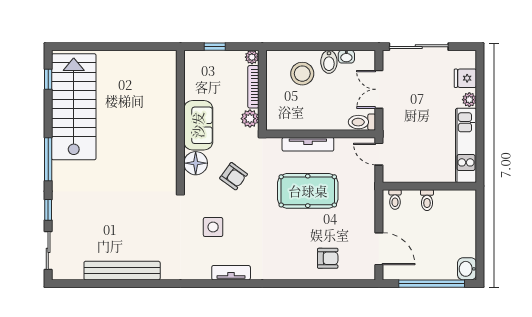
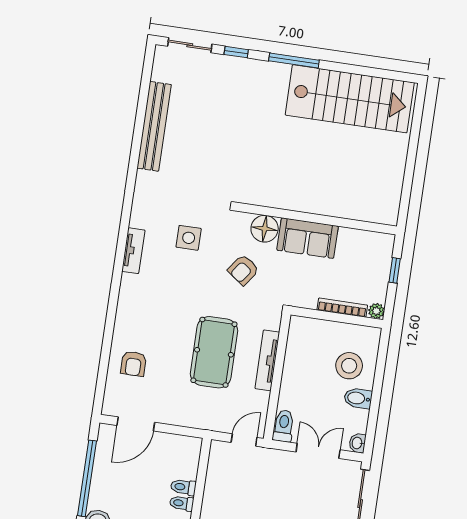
washbasin: (346, 57) -> (357, 443), moved
window: (48, 79) -> (386, 74), removed
plant: (250, 119) -> (307, 298), removed
toilet: (395, 199) -> (182, 503), moved

